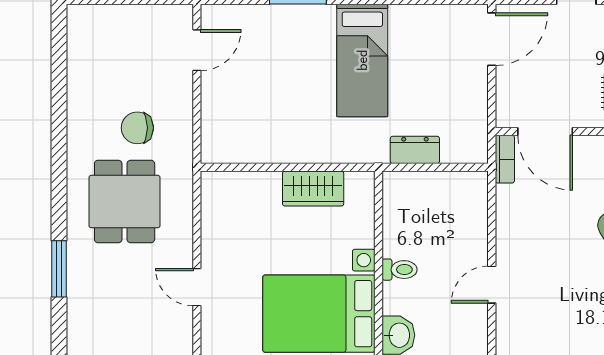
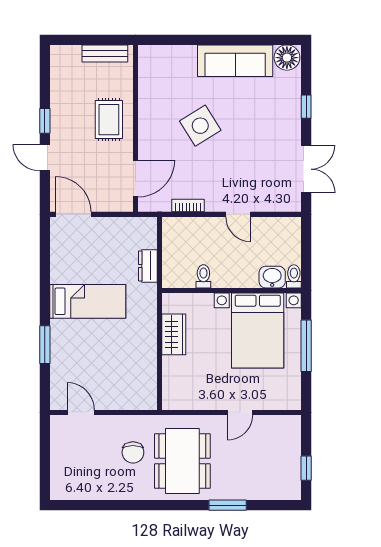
bookcase: (505, 159) -> (188, 206), moved
dining table: (125, 202) -> (182, 461), width x1.38
toilet: (400, 270) -> (203, 276), moved

